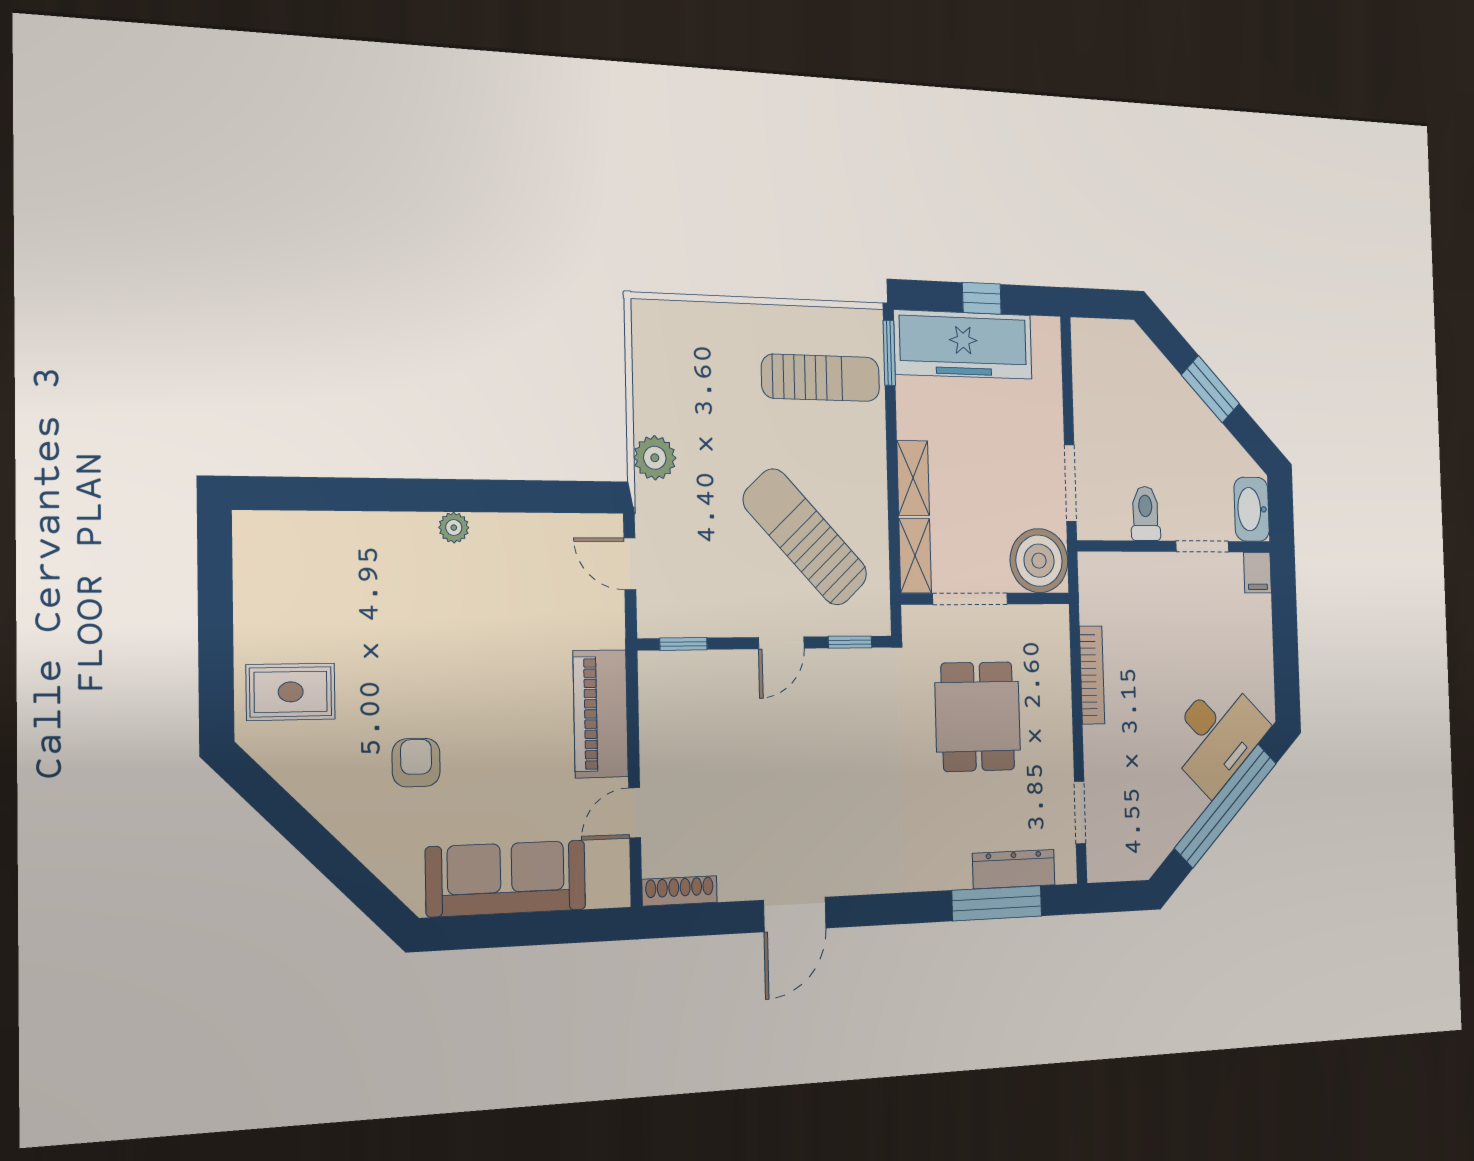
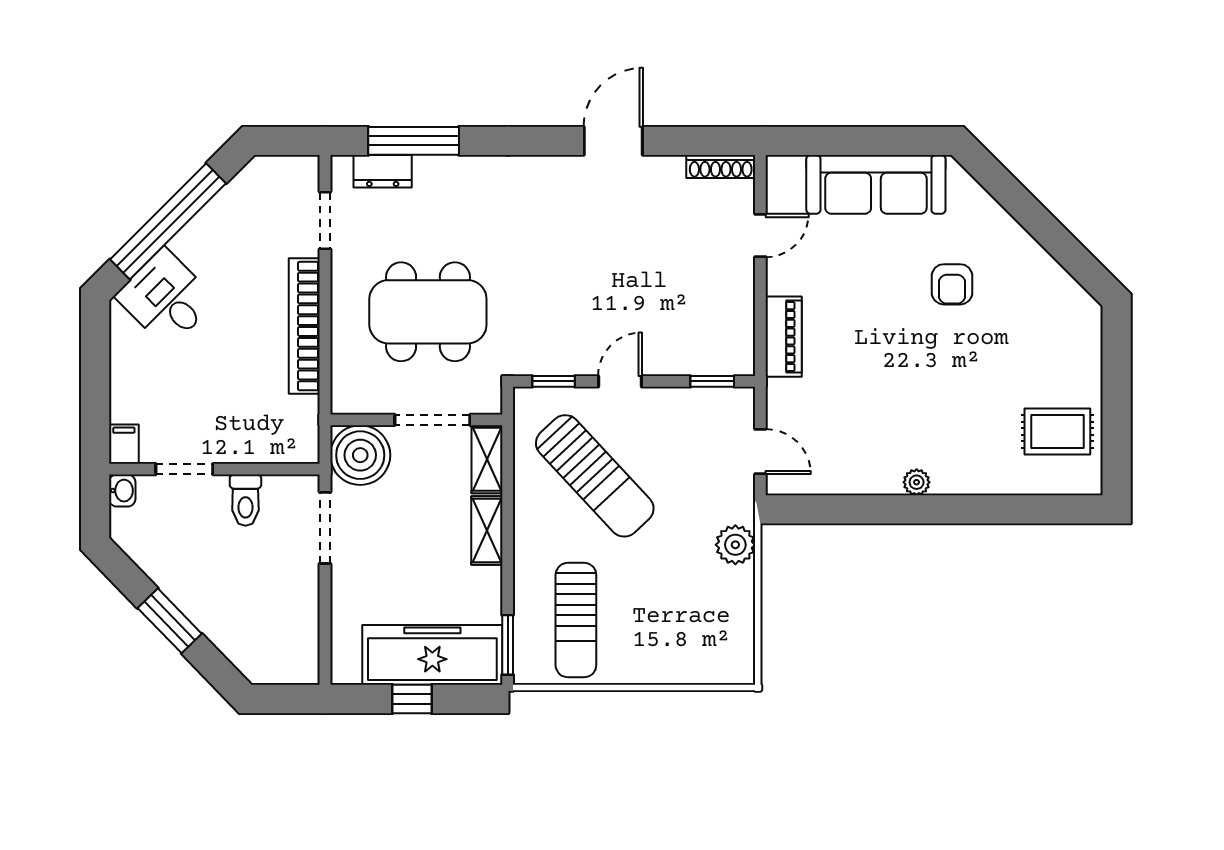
sun lounger: (821, 378) -> (576, 620), turned -90
washbasin: (1252, 509) -> (122, 491), width x0.52, depth x0.69
bookcase: (1092, 675) -> (304, 326), width x1.48, depth x1.31
rug: (291, 692) -> (1057, 432), moved
piano: (601, 714) -> (784, 337), width x0.73, depth x0.75
dining table: (978, 717) -> (428, 312), width x1.38
desk: (1216, 735) -> (166, 298), width x0.73
dresser: (1014, 869) -> (383, 171), width x0.70

